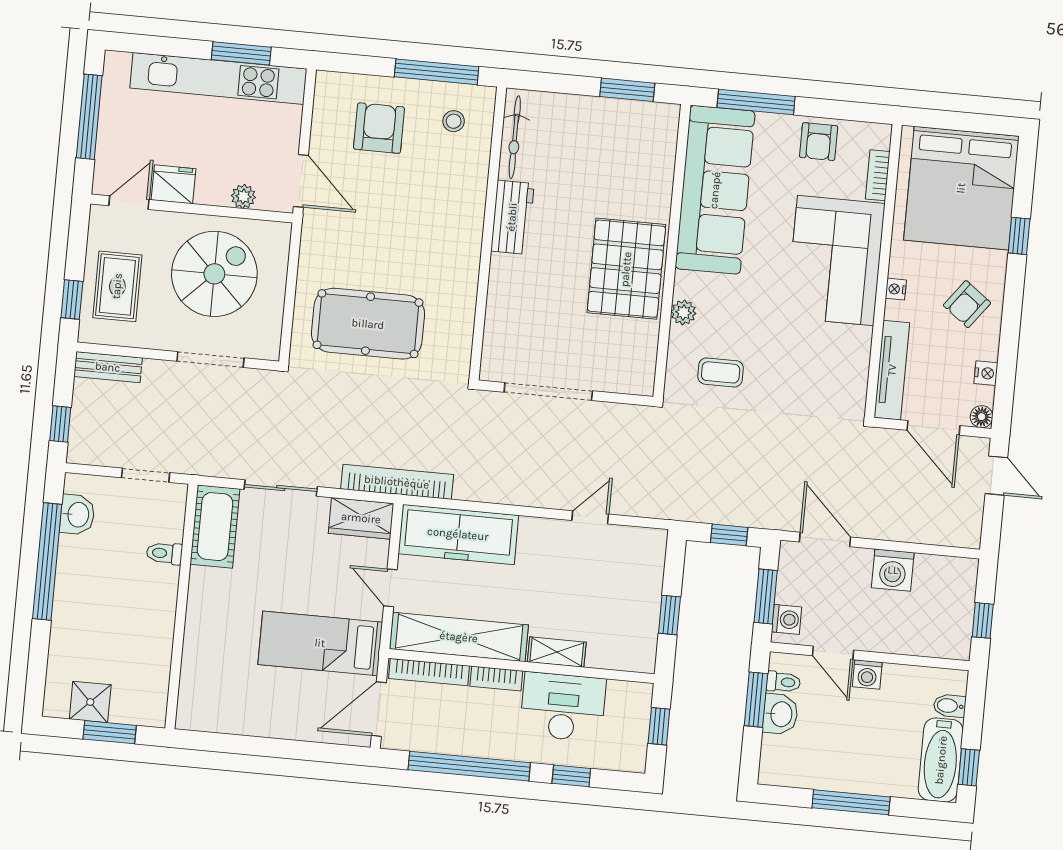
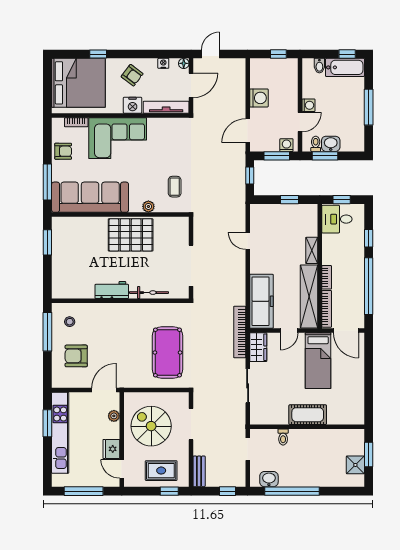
bicycle: (515, 137) -> (149, 293), moved
nightstand: (896, 289) -> (133, 105), width x1.89, depth x1.79
cot: (215, 527) -> (308, 415), moved
desk: (563, 707) -> (337, 219), moved, width x0.73

